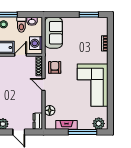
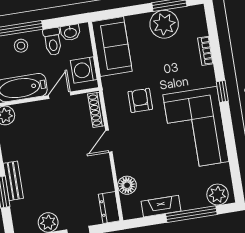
plant: (84, 25) -> (164, 24), added
armchair: (55, 67) -> (140, 100), moved
window: (110, 67) -> (222, 91), added
door: (44, 85) -> (109, 141), hinge flipped

